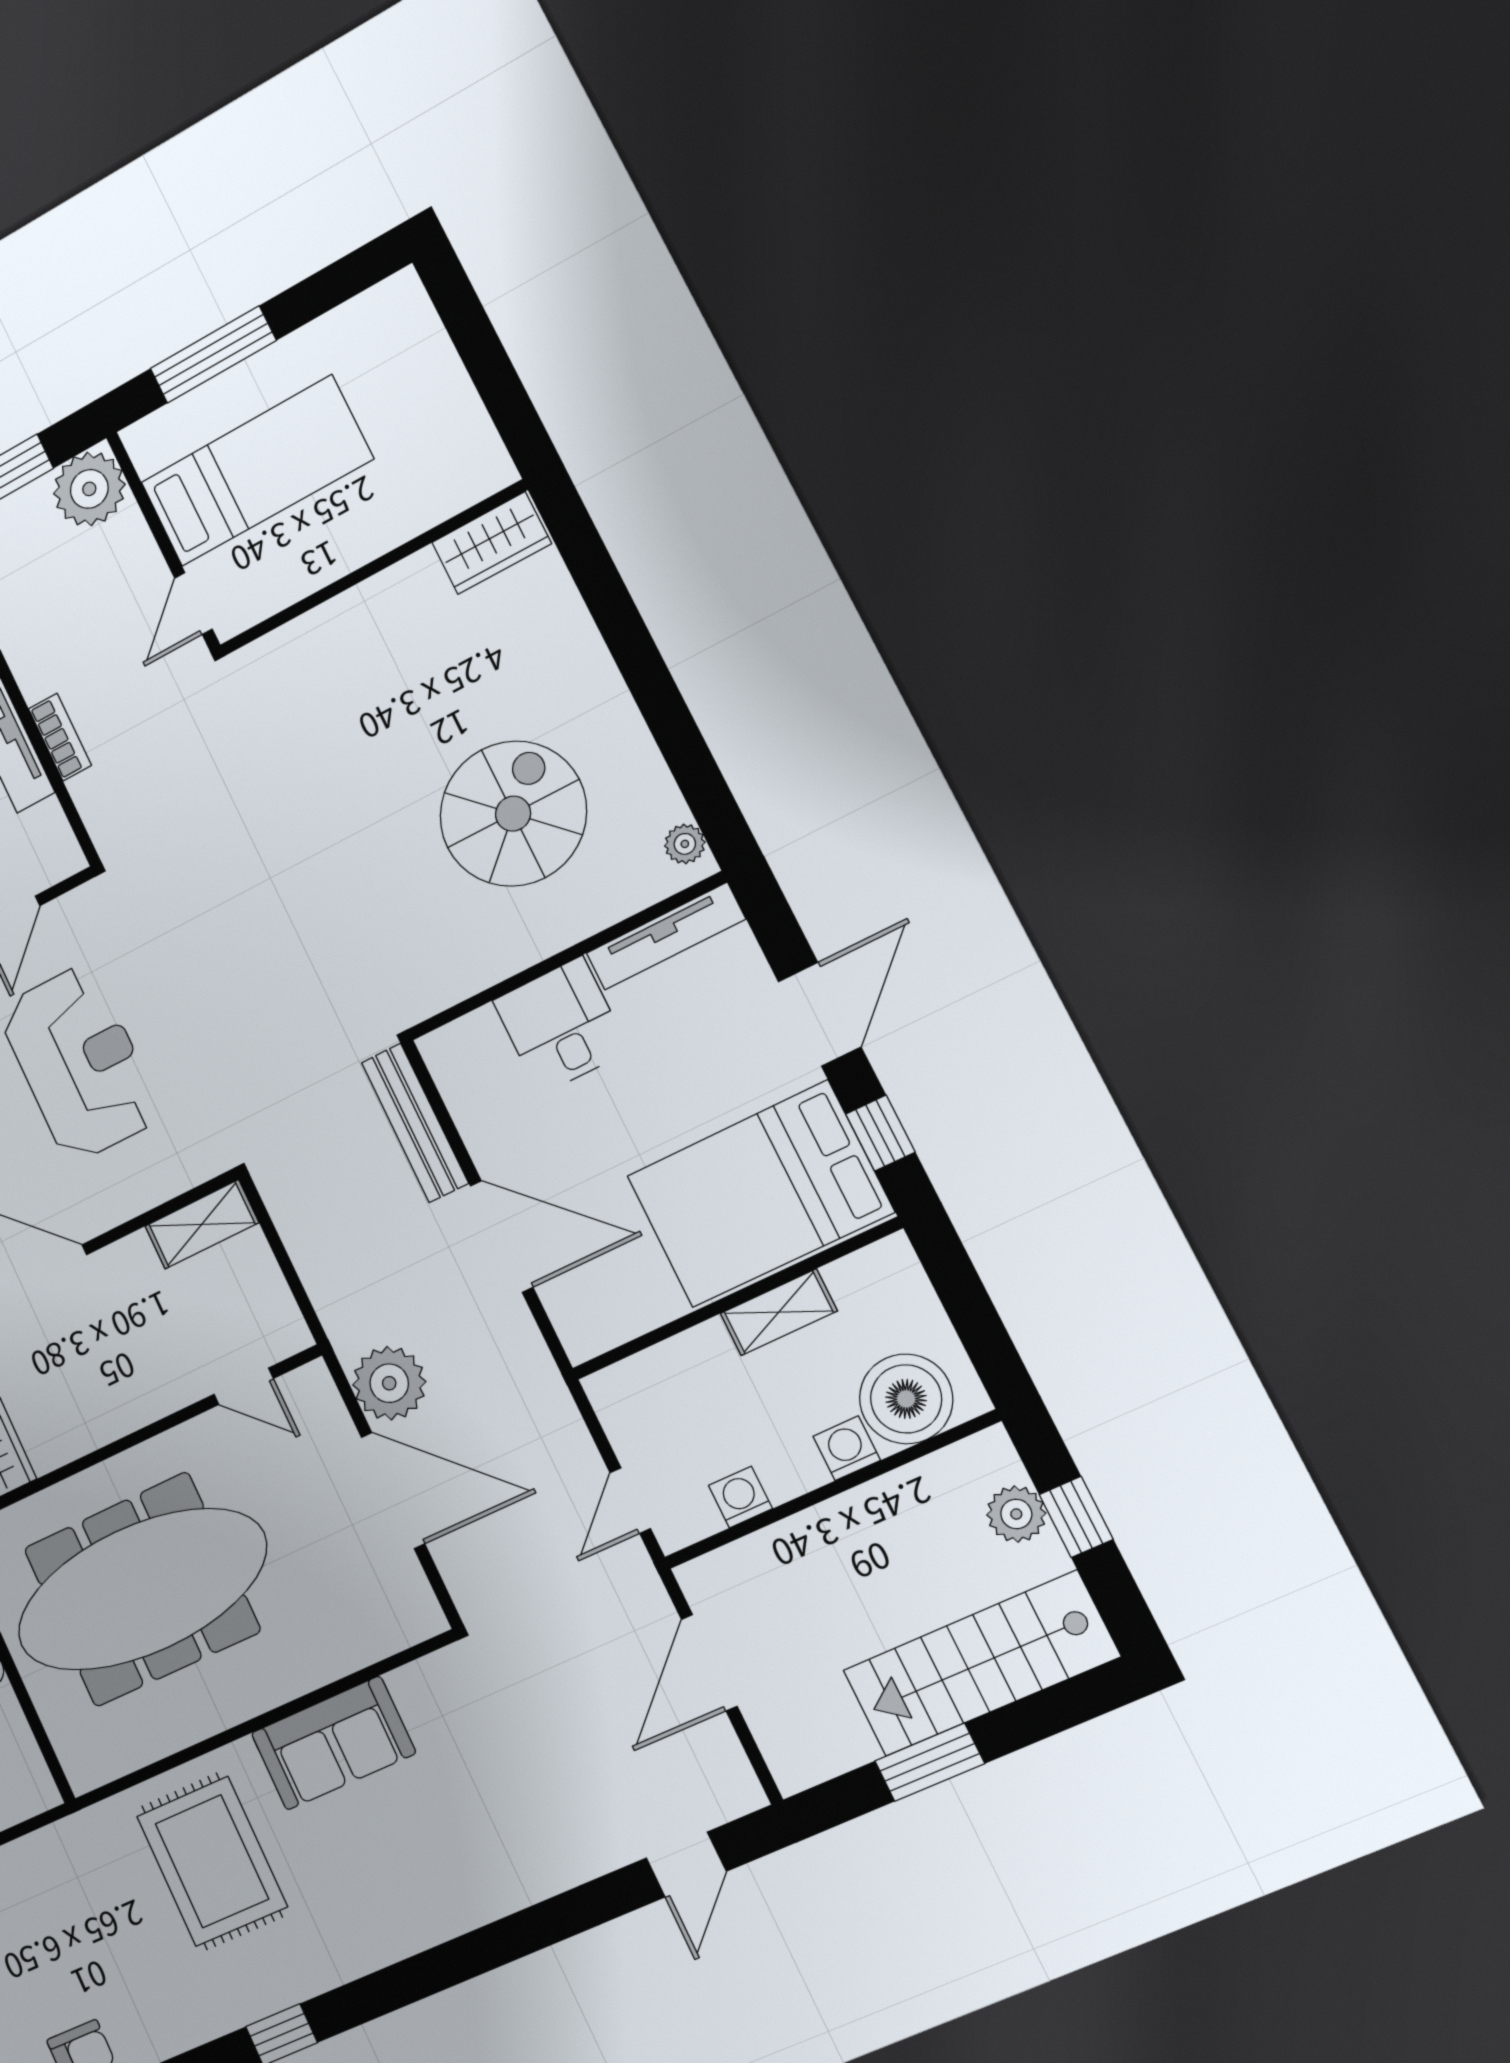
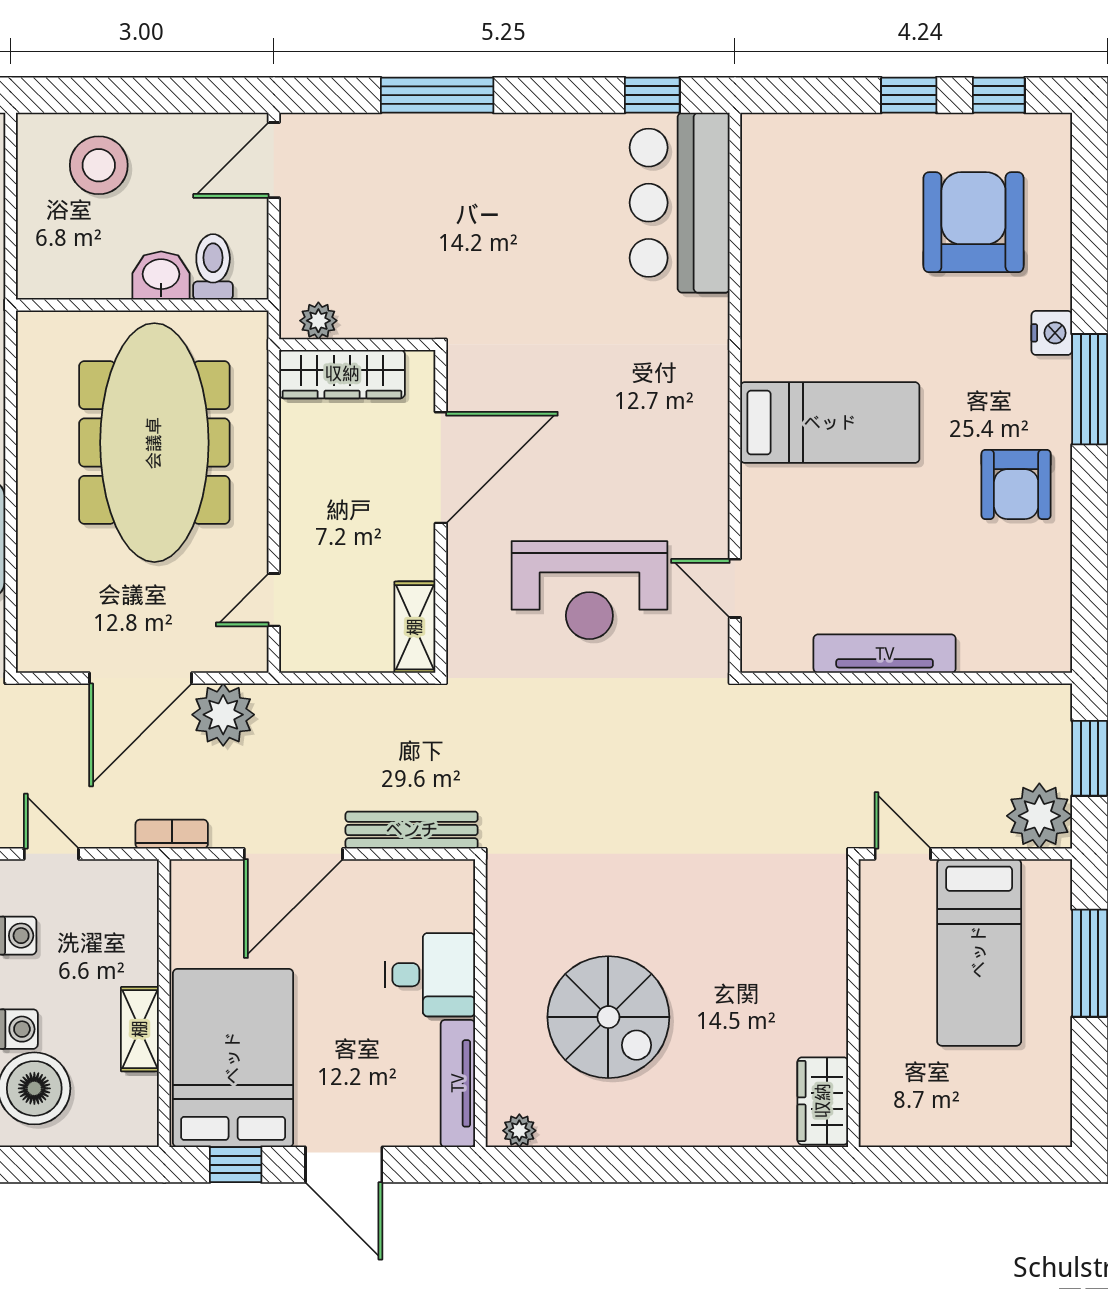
bookcase: (60, 737) -> (172, 834), moved, turned 180

